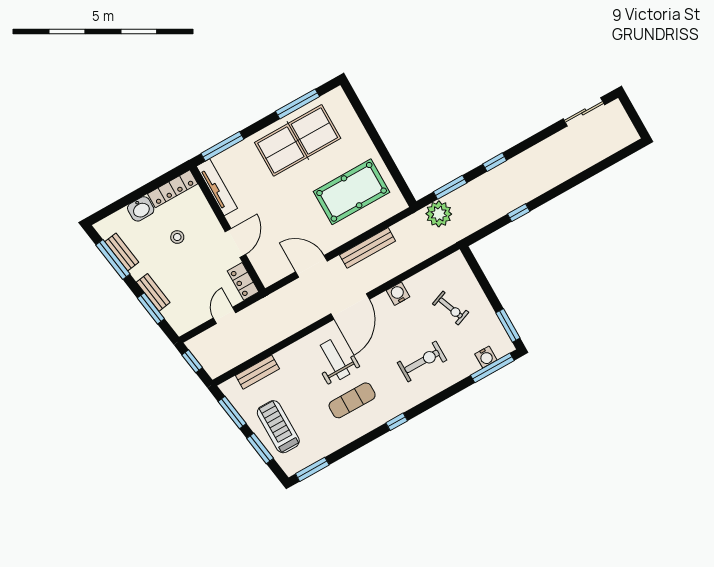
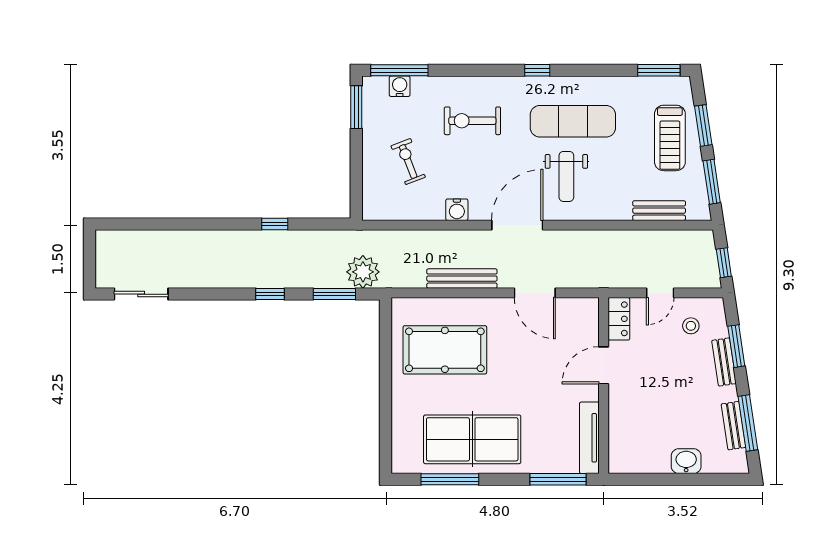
locker: (173, 189) -> (639, 463), removed
stool: (177, 237) -> (691, 326), moved
exercise mat: (352, 400) -> (573, 121), width x1.36, depth x1.45

